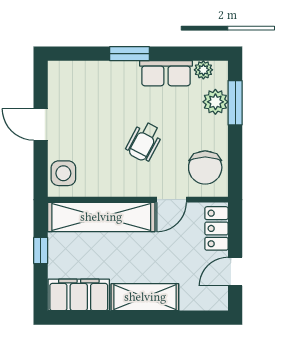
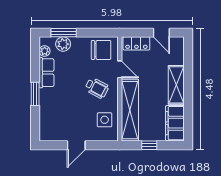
wheelchair: (144, 142) -> (97, 88), moved
side table: (63, 173) -> (105, 120), moved

